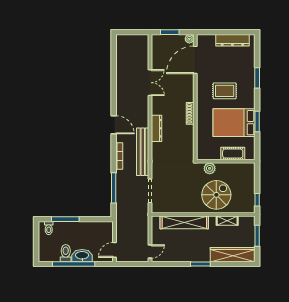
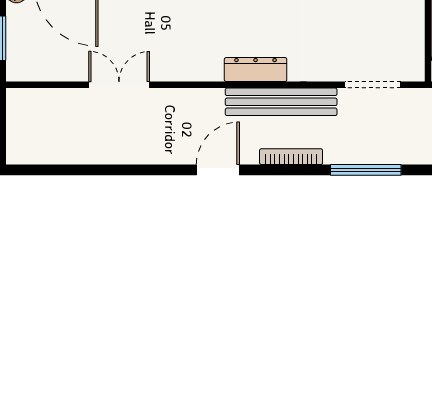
dresser: (156, 128) -> (256, 70), moved

